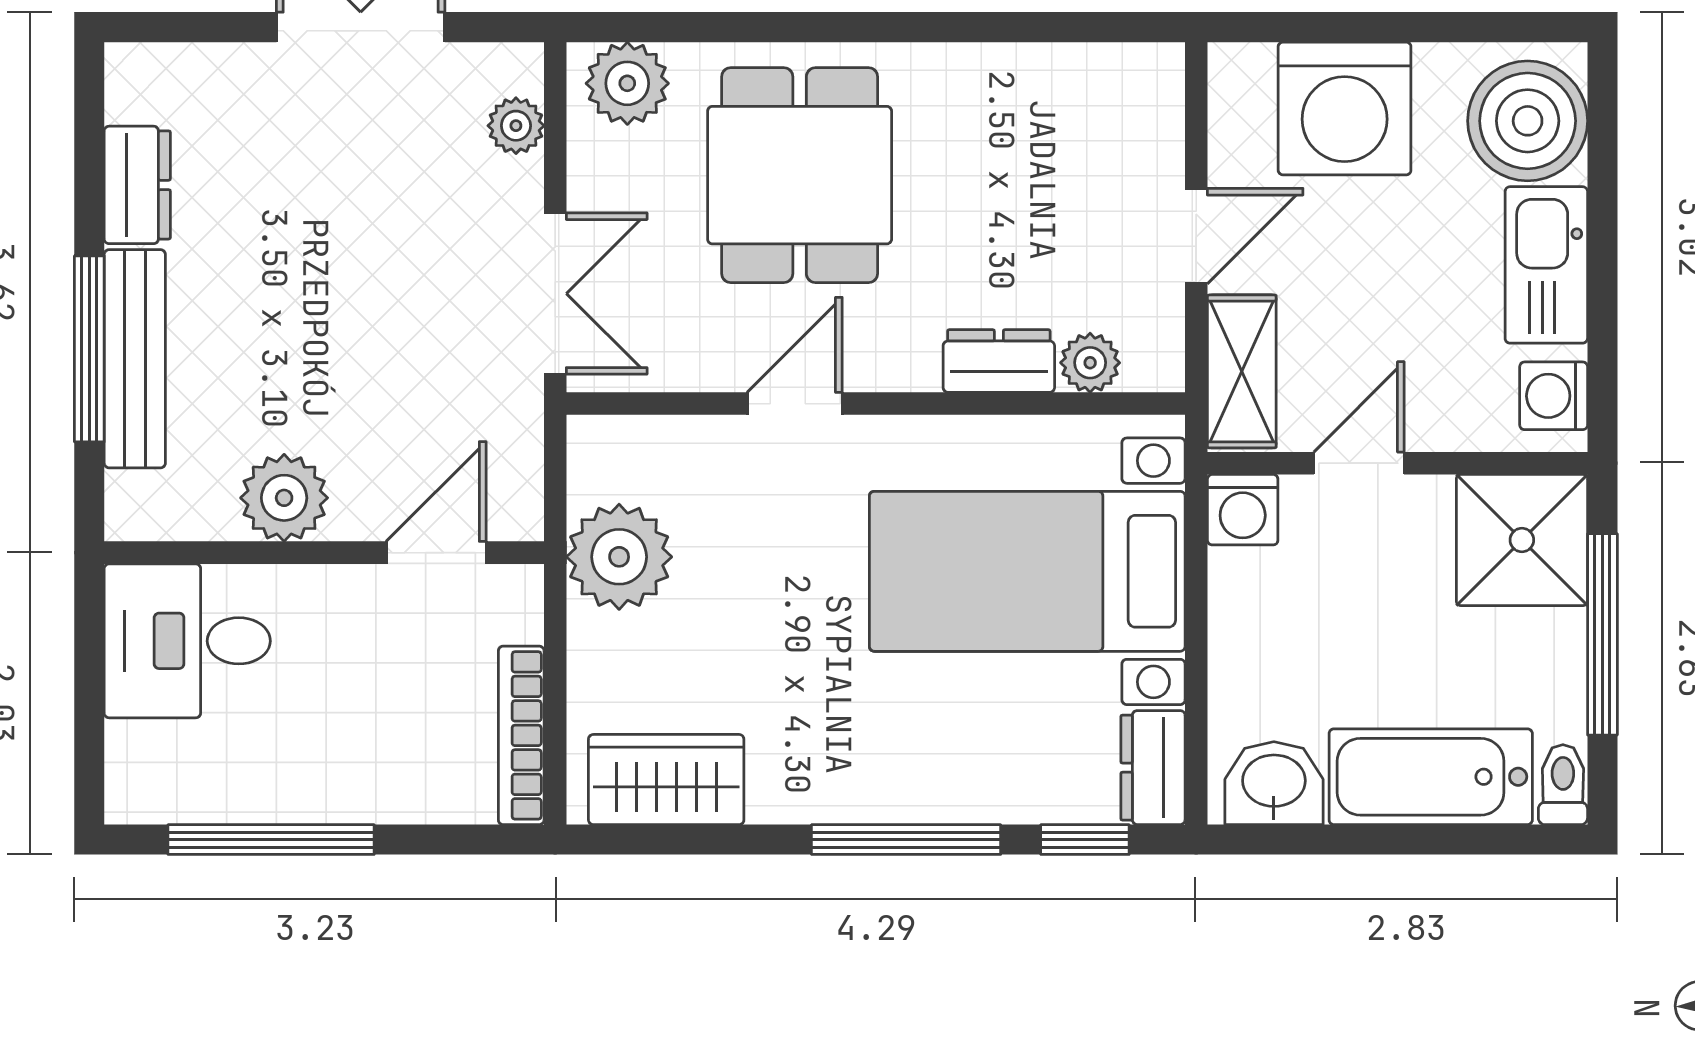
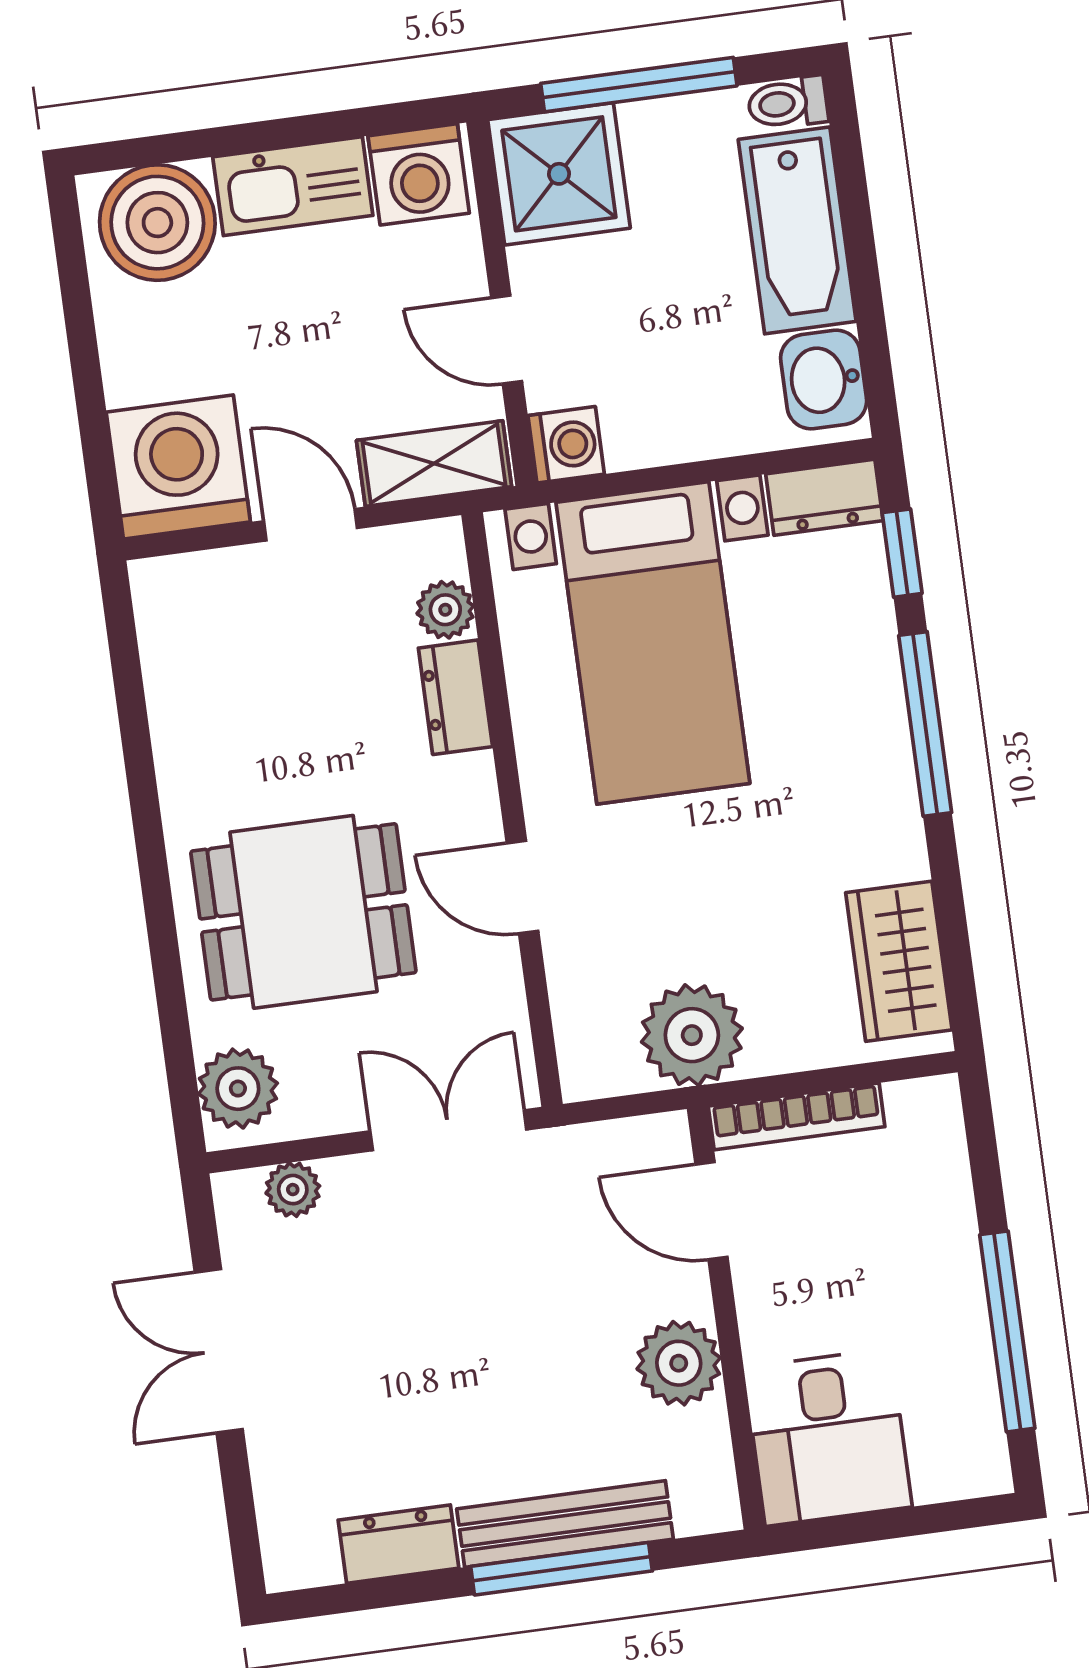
washing machine: (1345, 108) -> (178, 467), moved, turned -90
washing machine: (1554, 396) -> (419, 174), width x1.38, depth x1.38
bookcase: (521, 735) -> (797, 1116), moved

